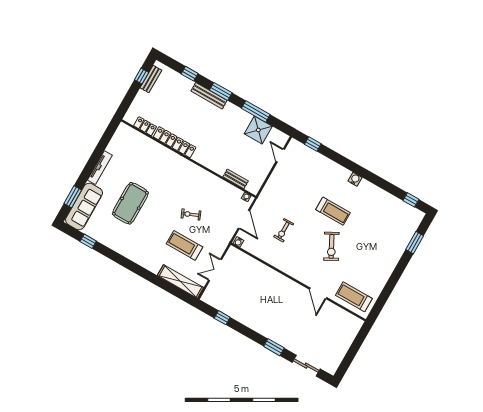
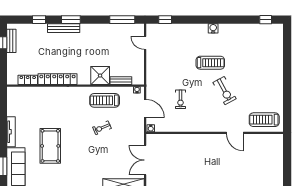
window: (256, 111) -> (122, 20), moved
shower: (258, 130) -> (100, 76), moved
window: (415, 243) -> (287, 51), removed
treadmill: (184, 245) -> (105, 100), moved
double door: (215, 270) -> (145, 160), width x1.37

